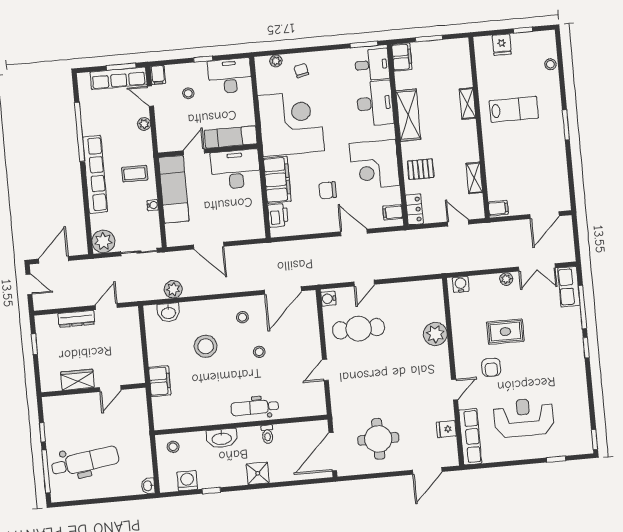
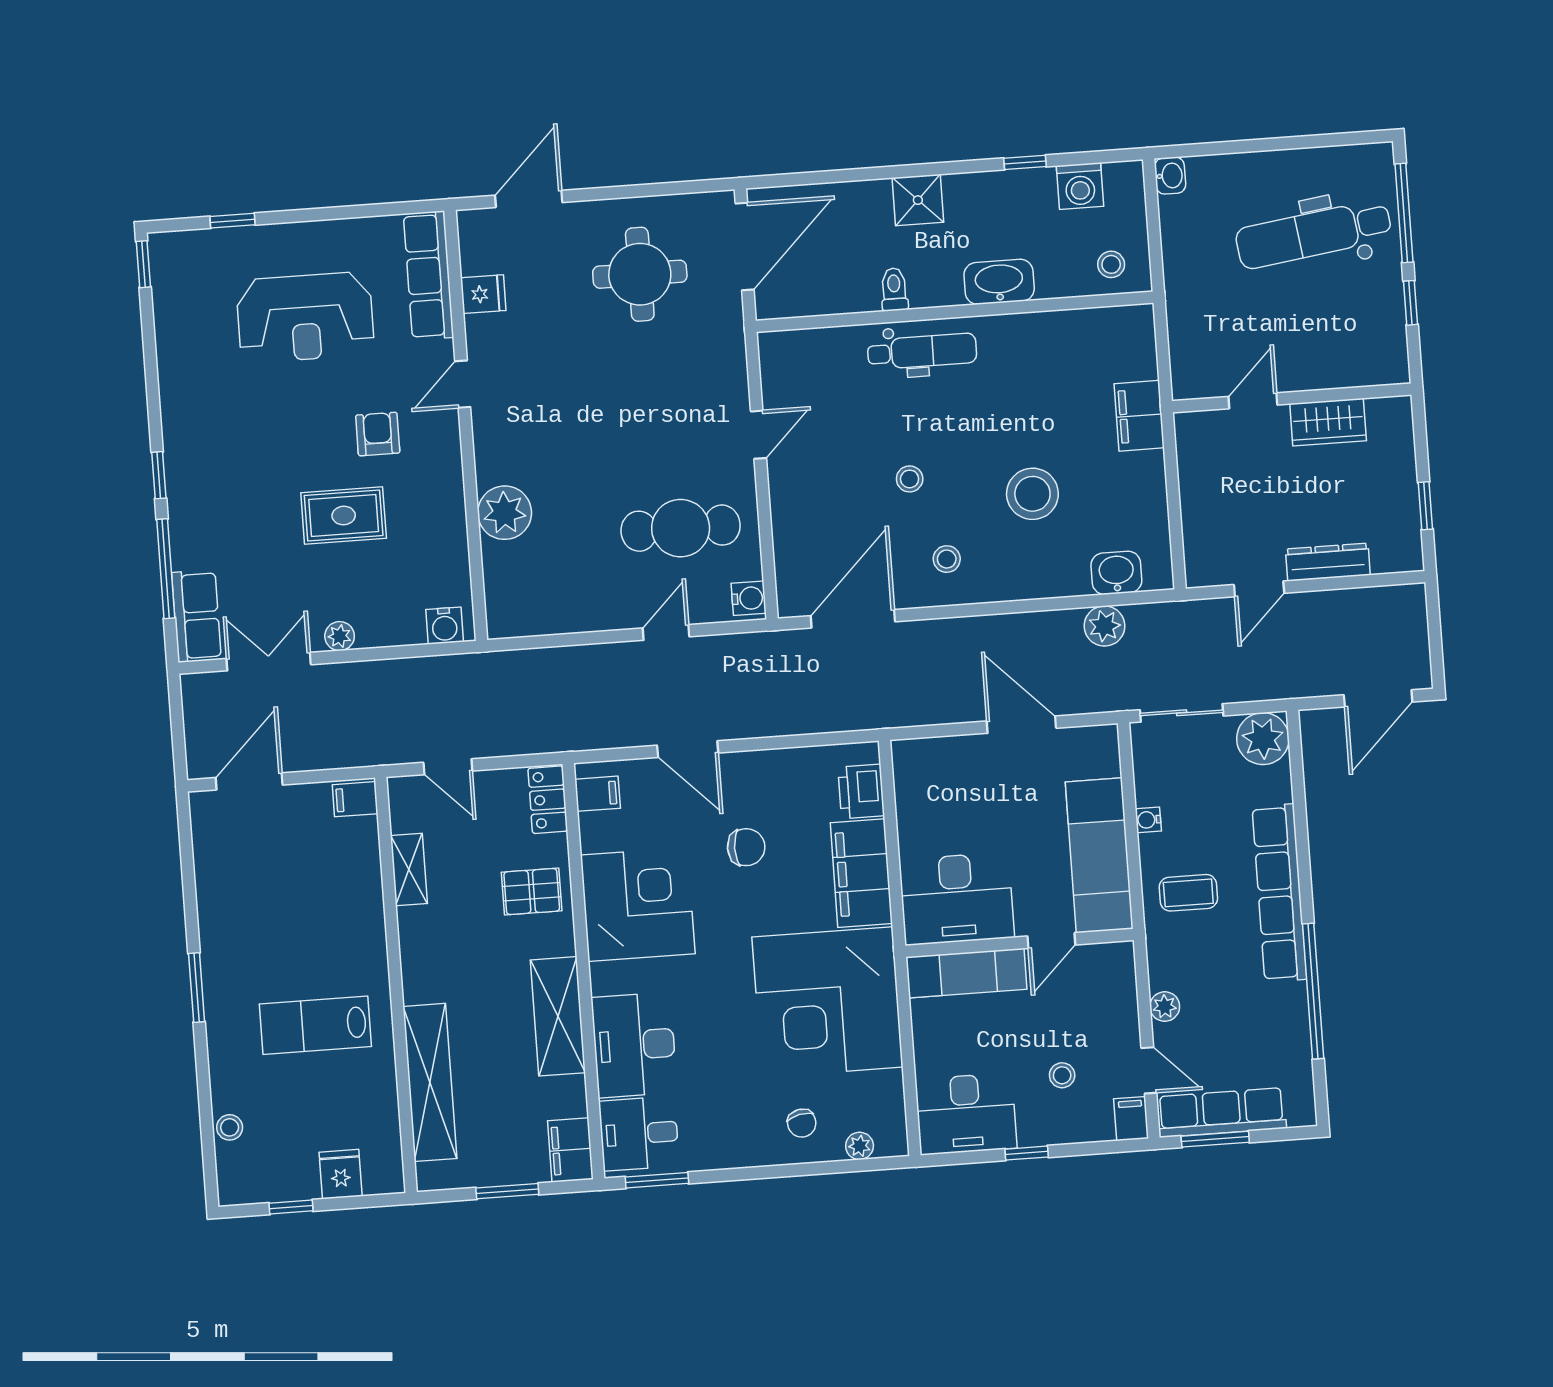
shelving: (467, 104) -> (430, 1082), width x2.20, depth x1.33
door: (29, 284) -> (1436, 643), removed

